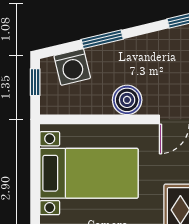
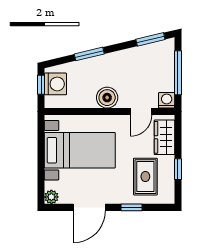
washing machine: (72, 67) -> (55, 84), moved, turned -77

